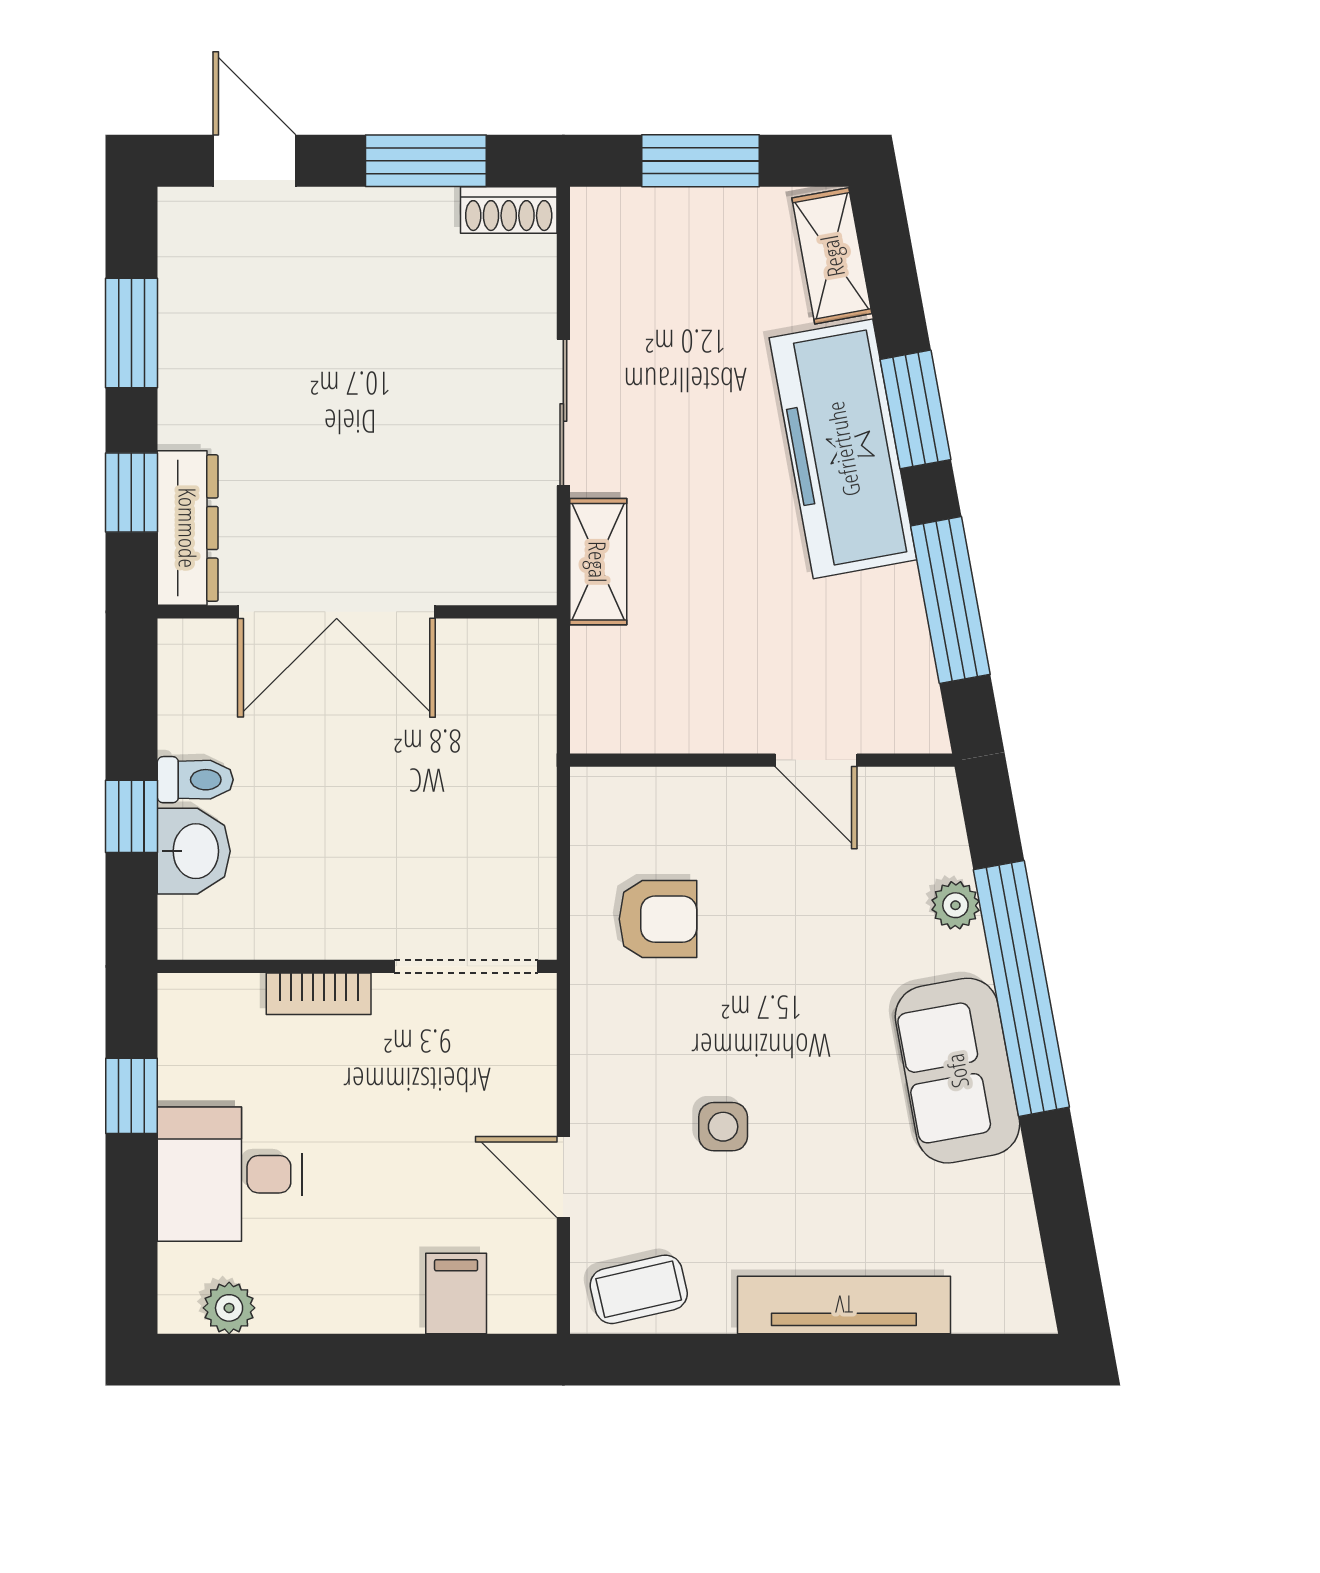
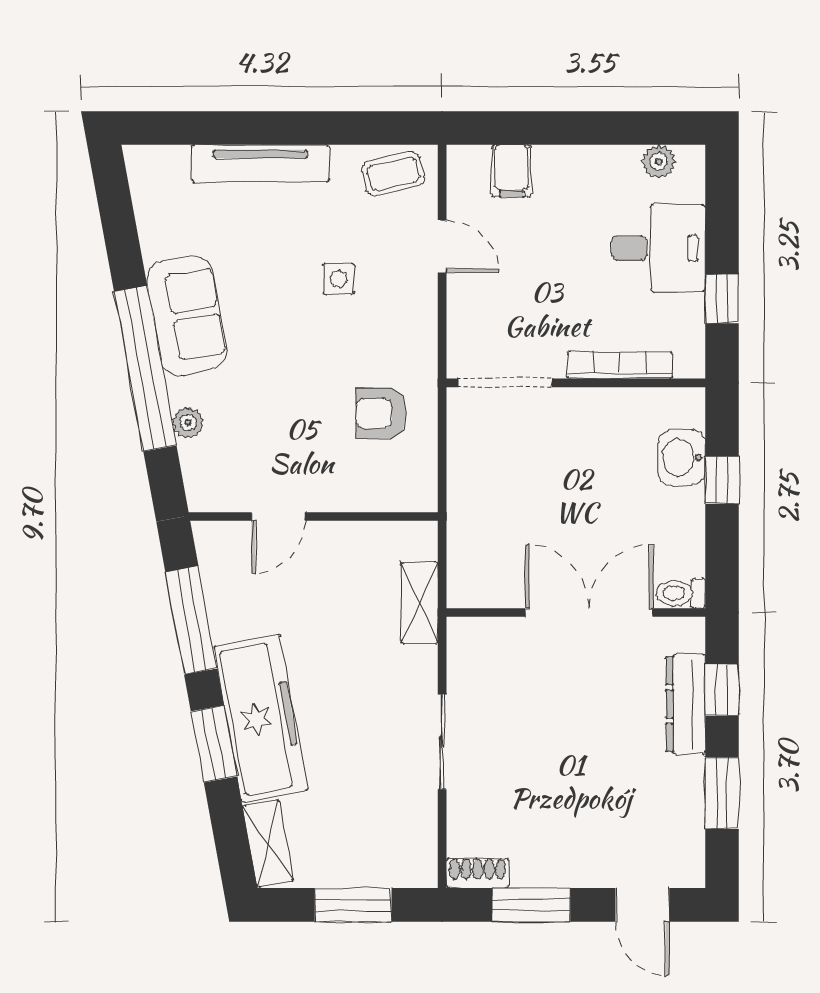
dresser: (188, 528) -> (686, 704), moved
shelving: (598, 562) -> (420, 603), moved
door: (816, 760) -> (278, 516), swing flipped
toilet: (195, 780) -> (681, 593), moved
bookcase: (319, 994) -> (620, 365), width x1.56

